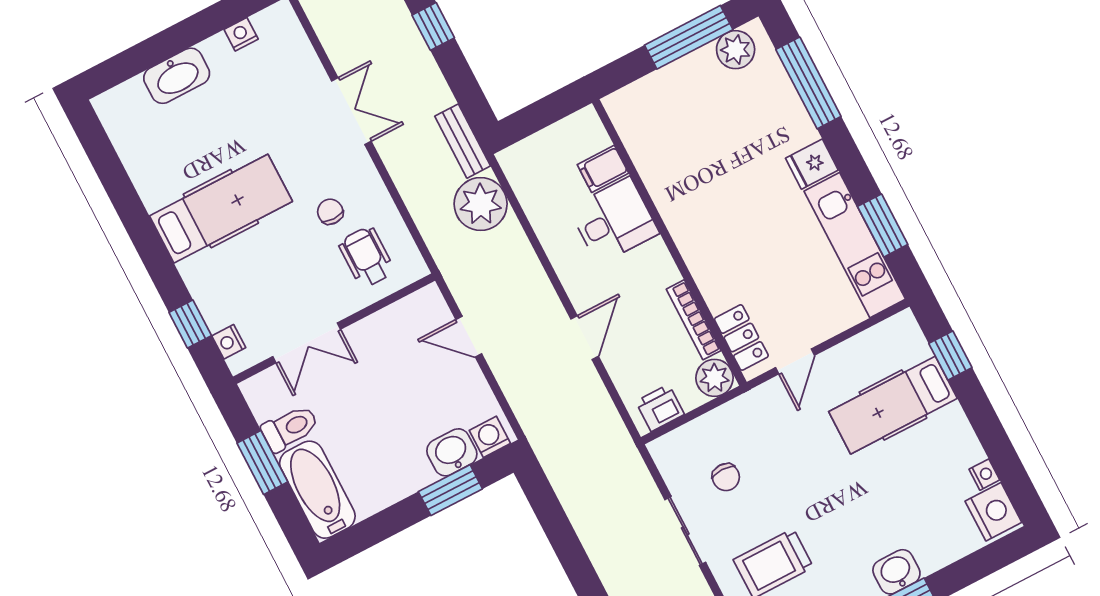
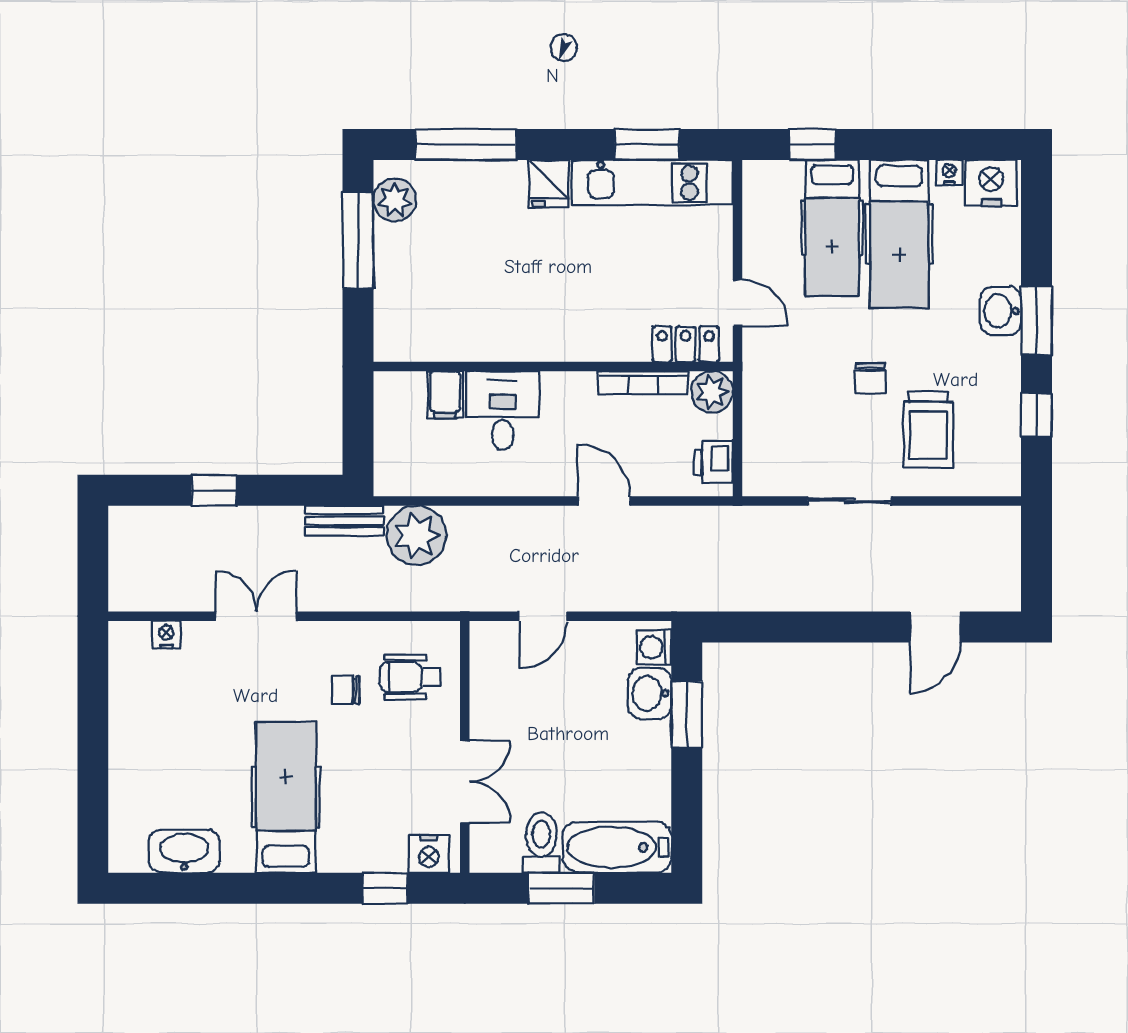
nightstand: (241, 34) -> (166, 635), moved, turned 90
washbasin: (177, 76) -> (184, 851), moved, turned -90
nightstand: (229, 342) -> (429, 854), width x1.39, depth x1.35
hospital bed: (916, 460) -> (899, 234), added
chair: (726, 477) -> (870, 378), moved, turned 90

